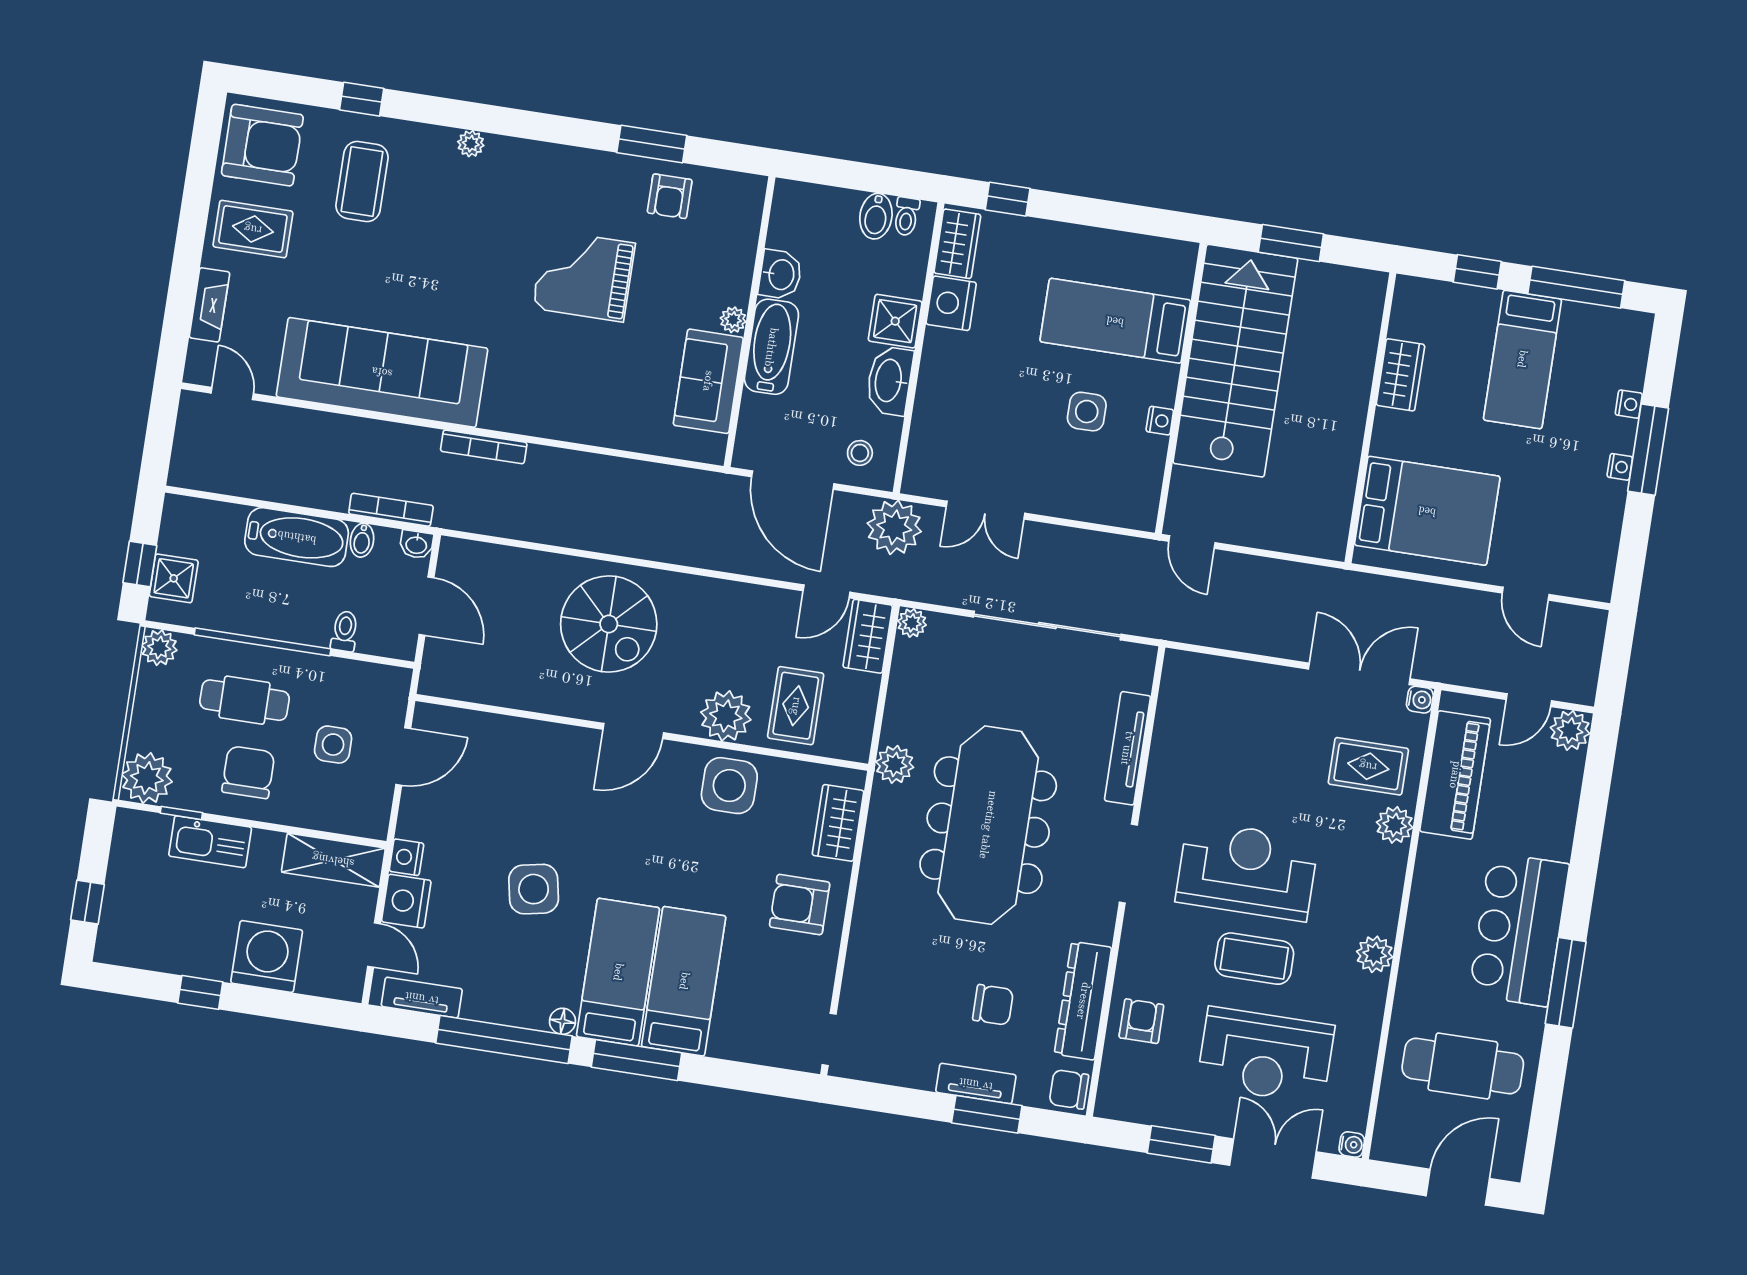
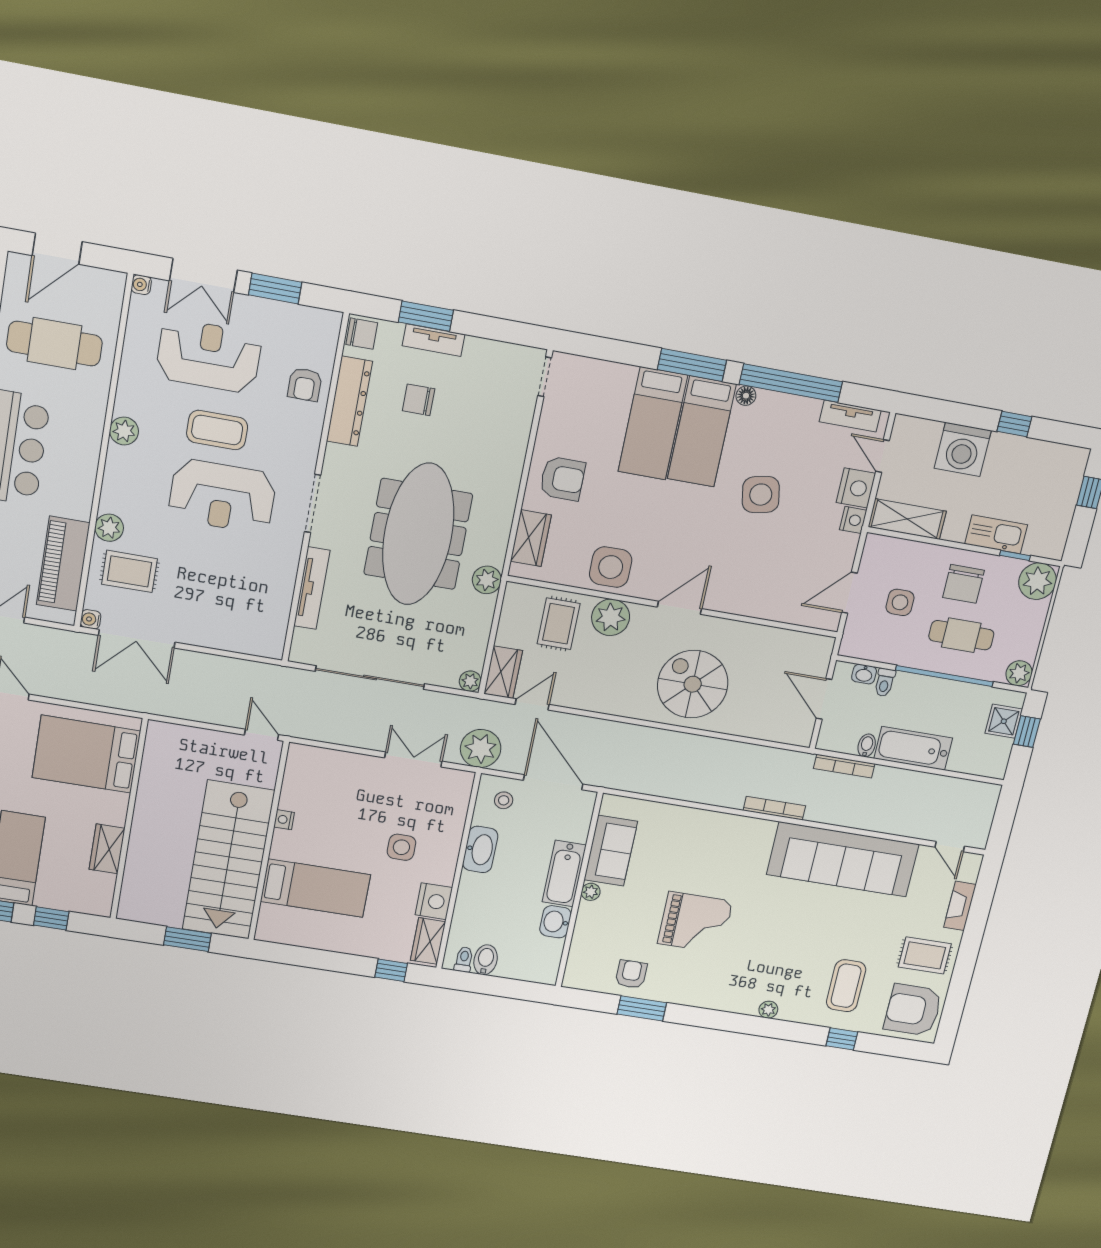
shower: (895, 321) -> (475, 890), removed
side table: (1087, 412) -> (401, 847), moved
washbasin: (416, 544) -> (864, 674), moved, turned 180

